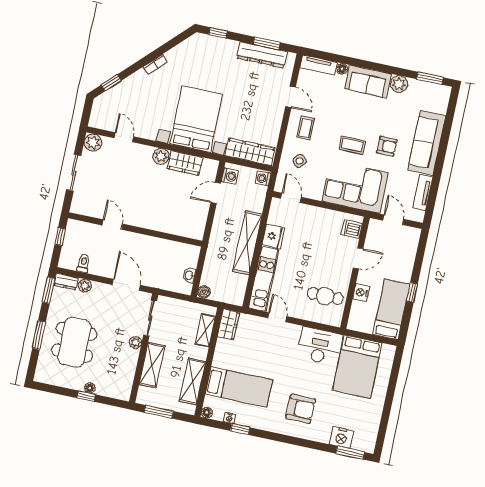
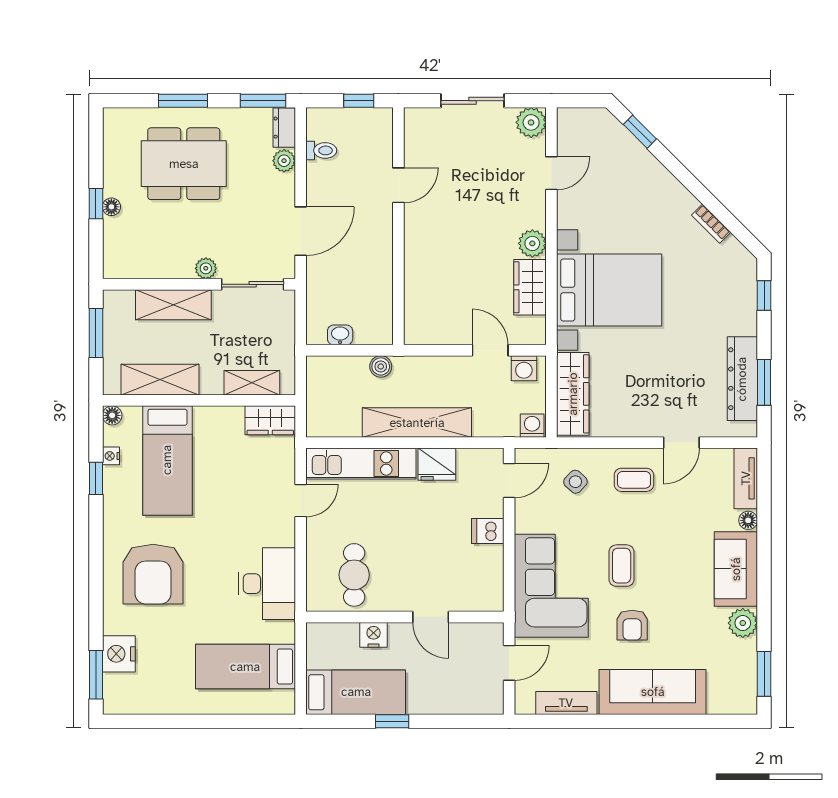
bookcase: (155, 64) -> (711, 224), moved
dishwasher: (352, 229) -> (488, 531), moved, turned -90
boiler: (204, 292) -> (381, 366), moved
bed: (357, 367) -> (245, 667), width x0.67
armchair: (301, 409) -> (153, 574), width x1.36, depth x1.36

